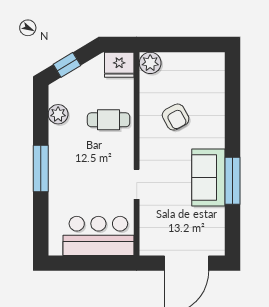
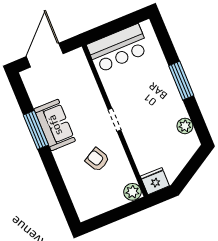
window: (67, 65) -> (193, 165), removed
cafe table: (109, 120) -> (146, 137), removed
doorway: (137, 184) -> (115, 120), moved

